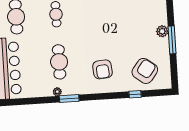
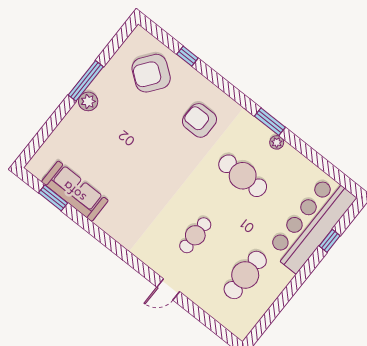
cafe table: (59, 62) -> (243, 176), turned 90
armchair: (102, 69) -> (199, 120), turned -85

